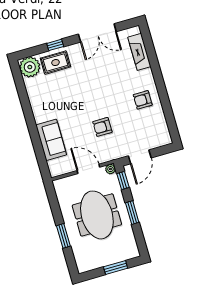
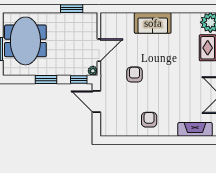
sofa: (51, 140) -> (153, 23), moved
meeting table: (97, 215) -> (25, 41), moved, turned 90
window: (63, 236) -> (72, 9), moved

